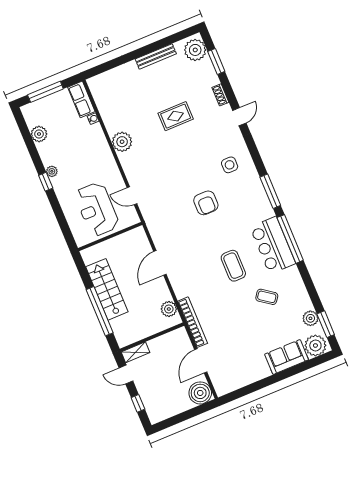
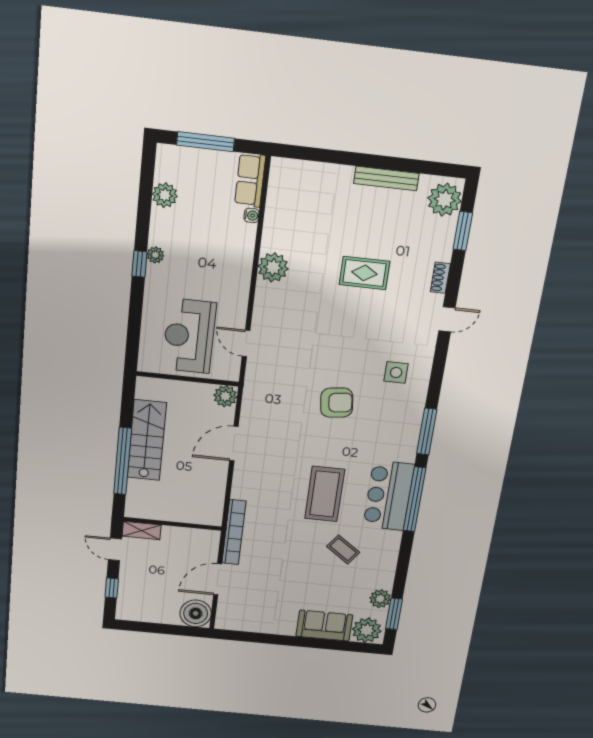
armchair: (206, 203) -> (337, 403), turned -97
coffee table: (233, 266) -> (325, 494), width x1.36, depth x1.32
plant: (169, 309) -> (225, 396), moved

